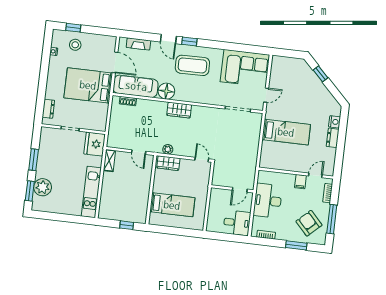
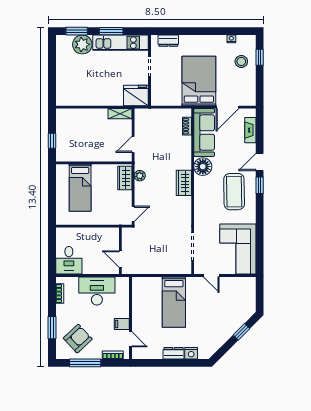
wall: (232, 189) -> (120, 251), moved
door: (240, 190) -> (120, 259), moved
kitchen unit: (91, 192) -> (121, 43), moved, turned 180

